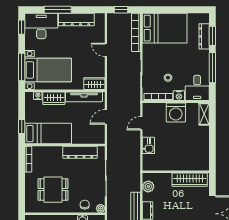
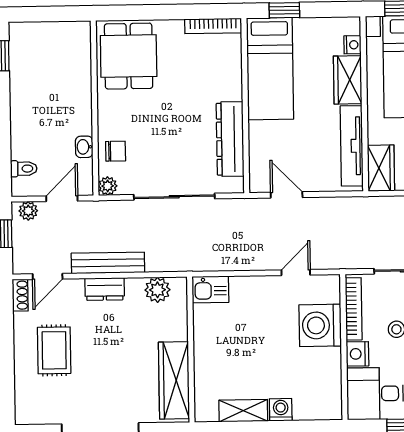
washing machine: (176, 112) -> (320, 325), moved
shelving: (204, 114) -> (243, 411), moved
door: (106, 117) -> (287, 195), moved
door: (141, 123) -> (296, 273), hinge flipped
washing machine: (204, 131) -> (281, 410), added
kitchen sink: (148, 145) -> (210, 289), moved
dining table: (53, 190) -> (129, 56), moved

